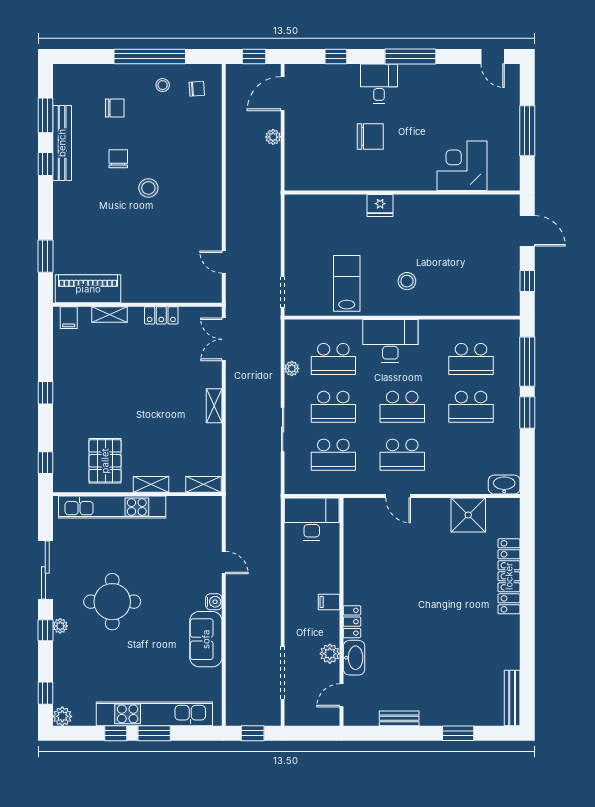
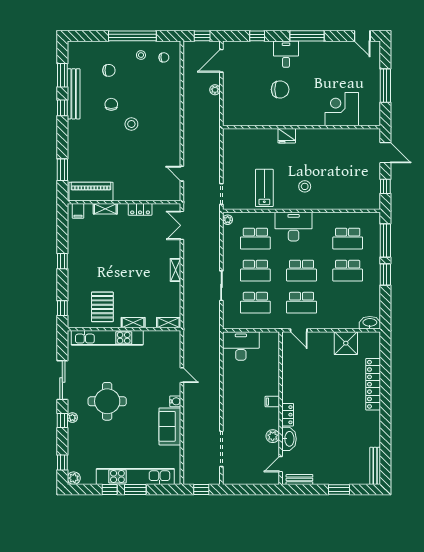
plant: (292, 368) -> (228, 220), moved
filing cabinet: (329, 602) -> (272, 402), moved
wall: (341, 612) -> (281, 408), moved
locker: (352, 622) -> (288, 415), moved
plant: (330, 654) -> (273, 436), moved
washbasin: (354, 658) -> (289, 439), moved
door: (341, 695) -> (281, 464), moved

